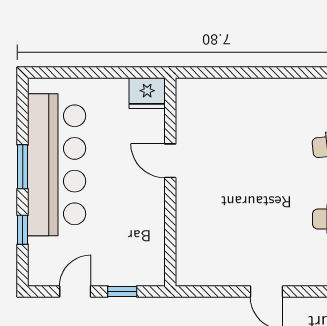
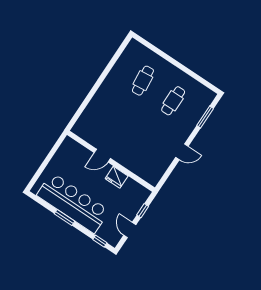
fridge: (147, 93) -> (117, 177), moved, turned 90
window: (23, 230) -> (100, 241), moved

